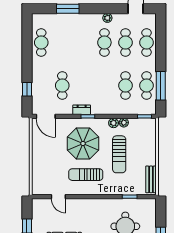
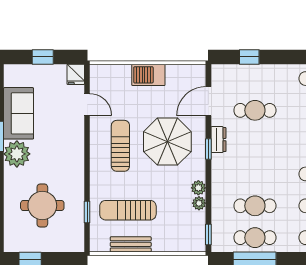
door: (46, 116) -> (208, 101), moved
sun lounger: (119, 154) -> (128, 210), moved
barbecue: (39, 156) -> (148, 75), added
bench: (151, 179) -> (131, 244), moved
door: (58, 197) -> (87, 104), swing flipped
fridge: (38, 204) -> (76, 74), added

